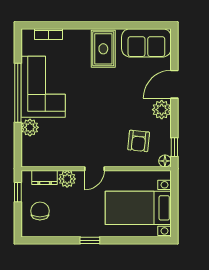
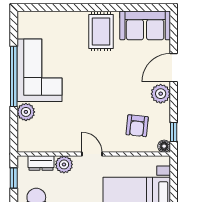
bookcase: (48, 34) -> (45, 16), removed
door: (94, 169) -> (92, 154), swing flipped

